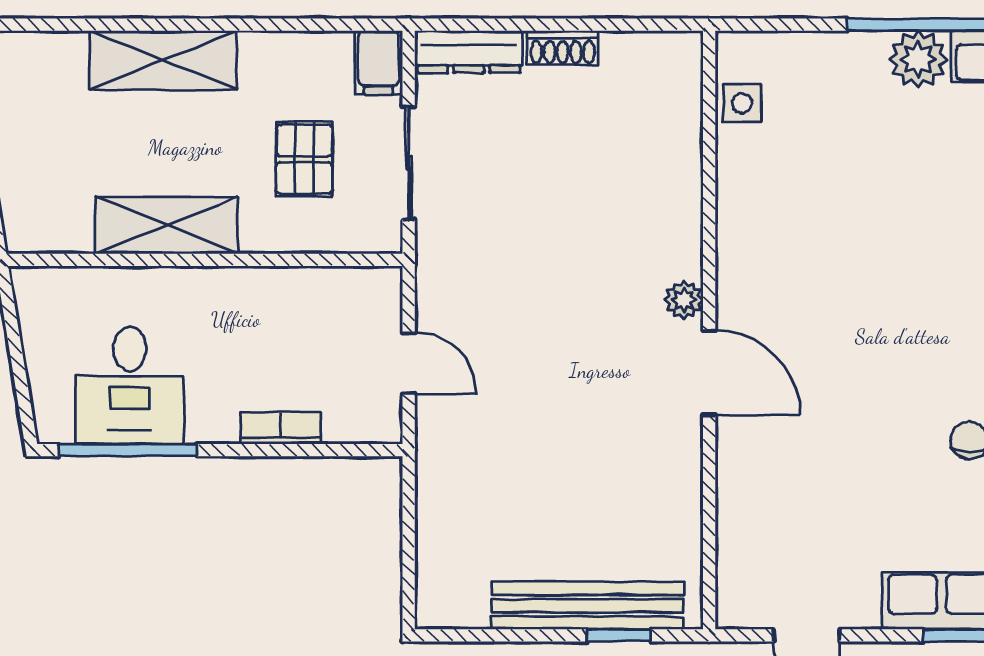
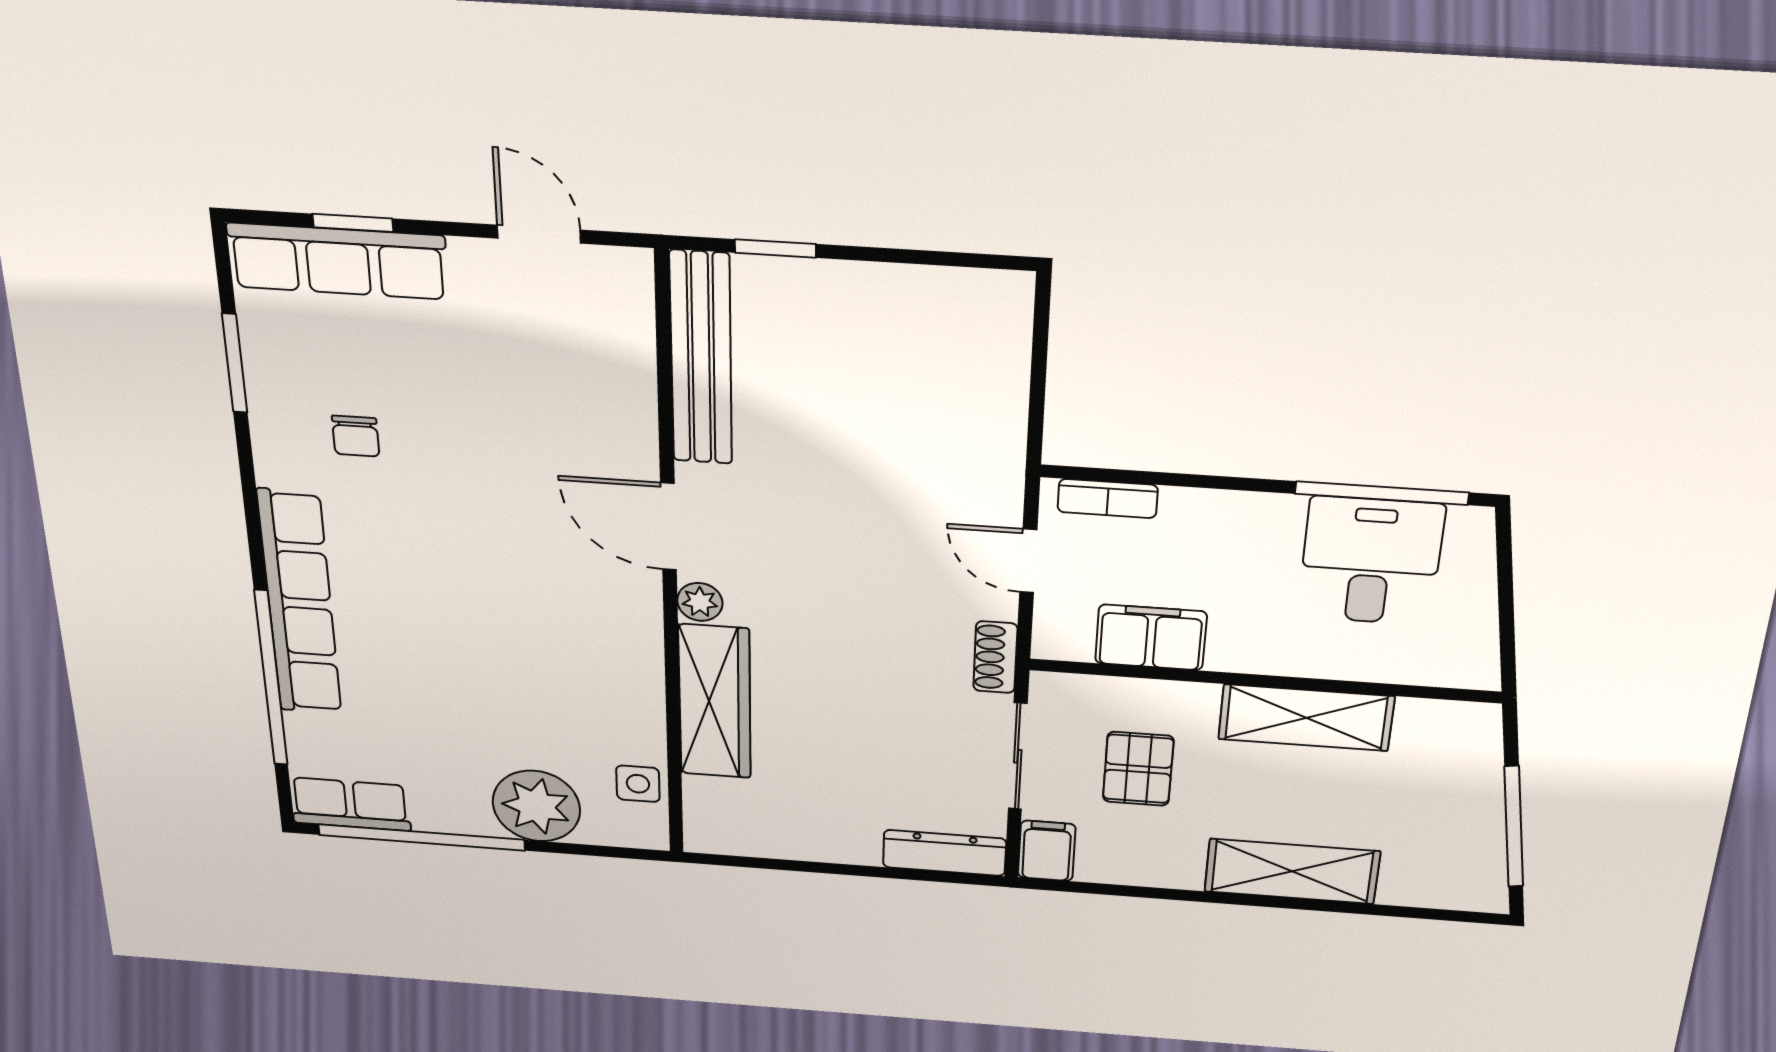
shoe rack: (563, 48) -> (995, 657), moved, turned -90
plant: (918, 59) -> (536, 806), moved, width x1.36, depth x1.36
wardrobe: (673, 198) -> (715, 702), added
filing cabinet: (303, 296) -> (1151, 637), added
bookcase: (280, 428) -> (1108, 498), moved
bench: (588, 606) -> (701, 359), moved, turned 90

